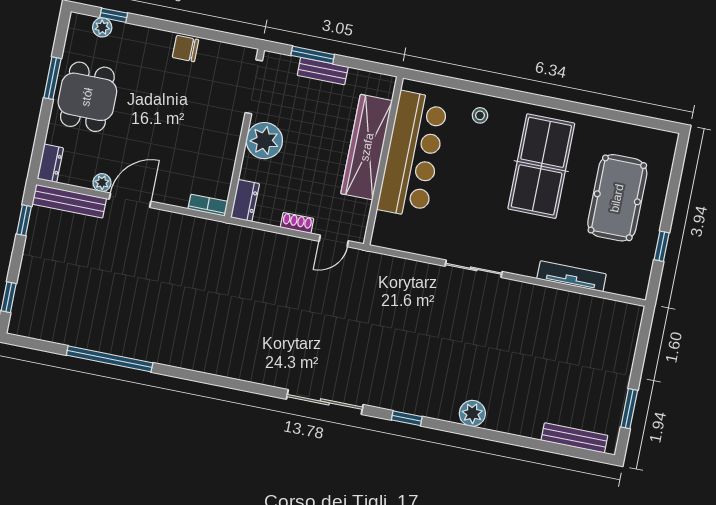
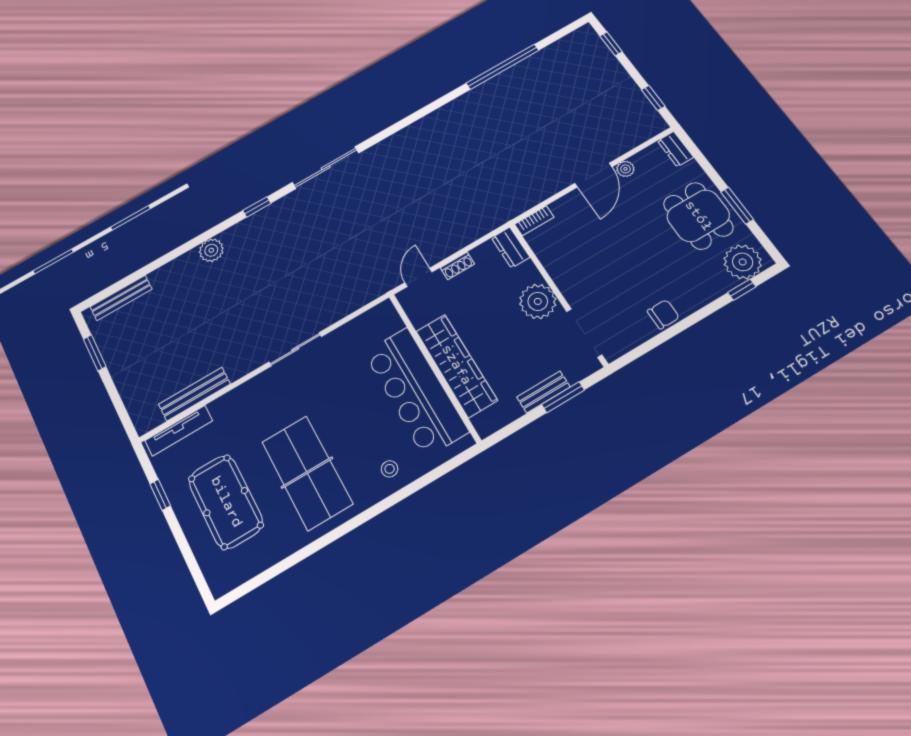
plant: (102, 27) -> (743, 262), width x1.87, depth x1.87
bench: (69, 201) -> (195, 394), moved
tv unit: (572, 276) -> (179, 431), moved

